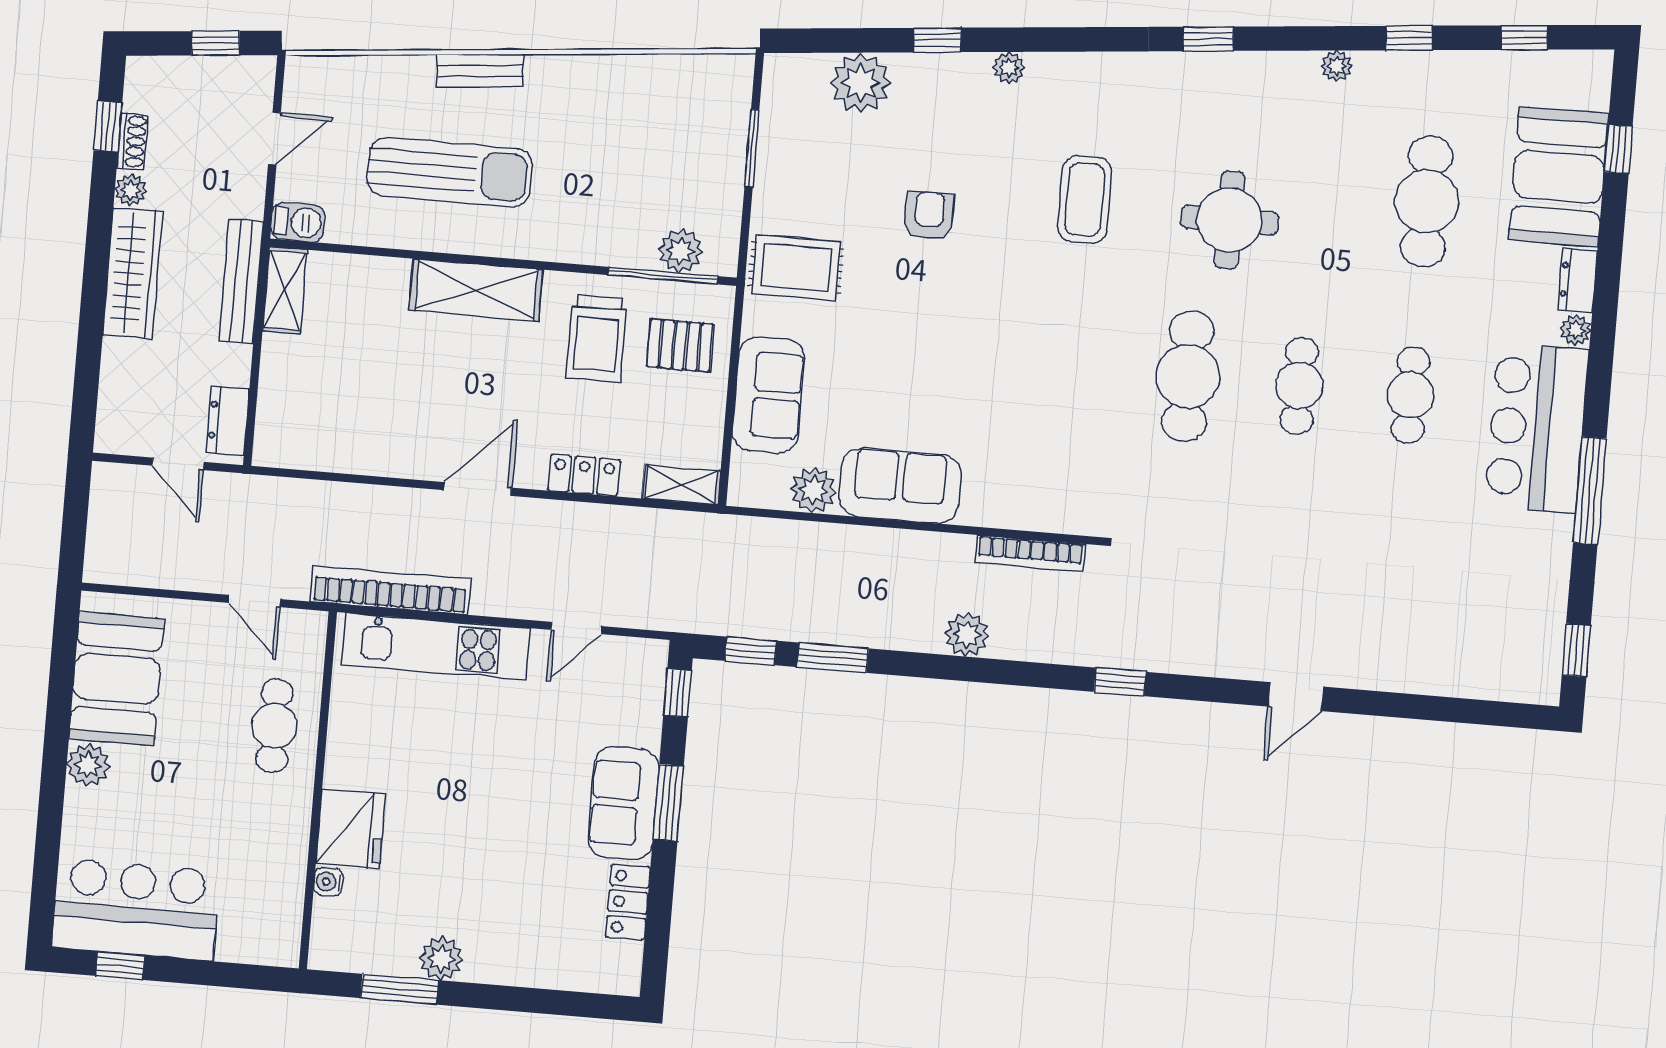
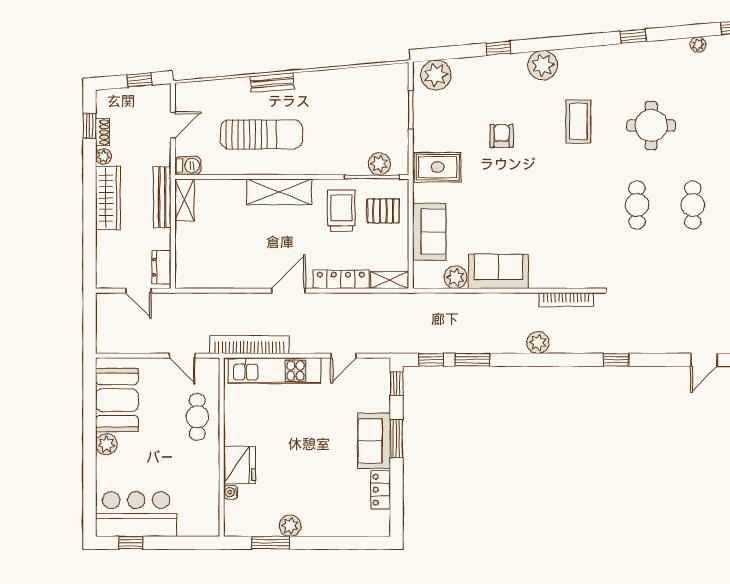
plant: (1009, 68) -> (543, 65), width x1.87, depth x1.87
plant: (861, 83) -> (436, 75), moved
trolley: (597, 338) -> (341, 211), turned 180
cafe table: (1188, 376) -> (637, 205), width x0.73, depth x0.74
locker: (584, 475) -> (341, 279), width x1.53

